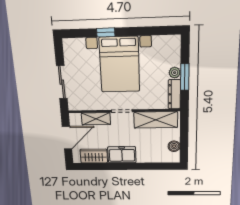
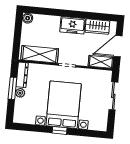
window: (106, 32) -> (60, 130), moved
shelving: (96, 119) -> (101, 62), moved
boiler: (174, 146) -> (28, 18), moved

